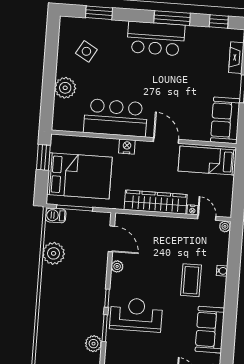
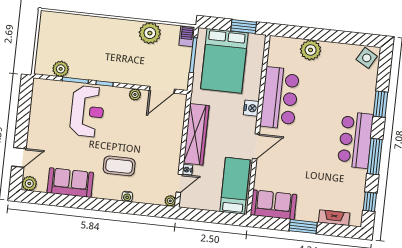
window: (99, 13) -> (380, 104), moved
side table: (86, 51) -> (367, 58), moved

